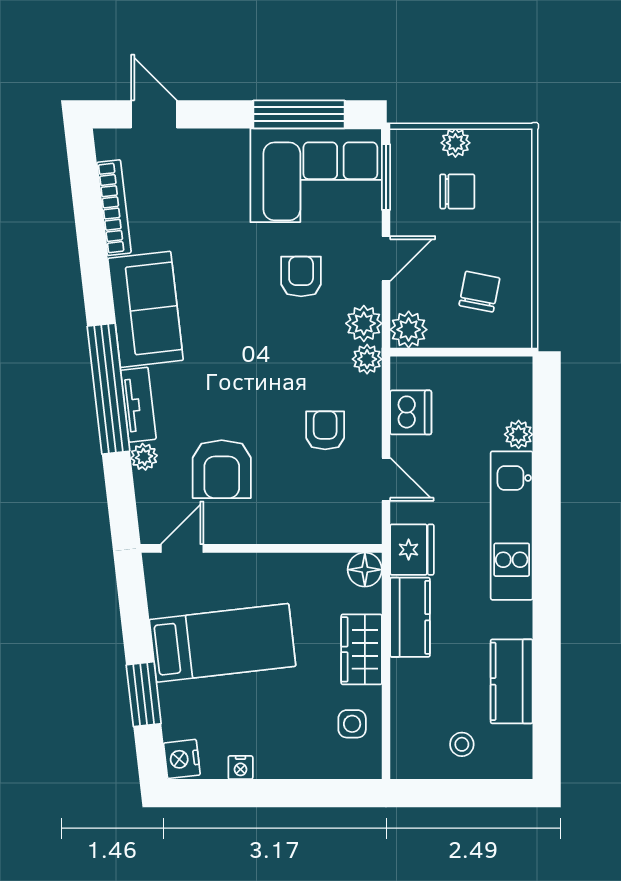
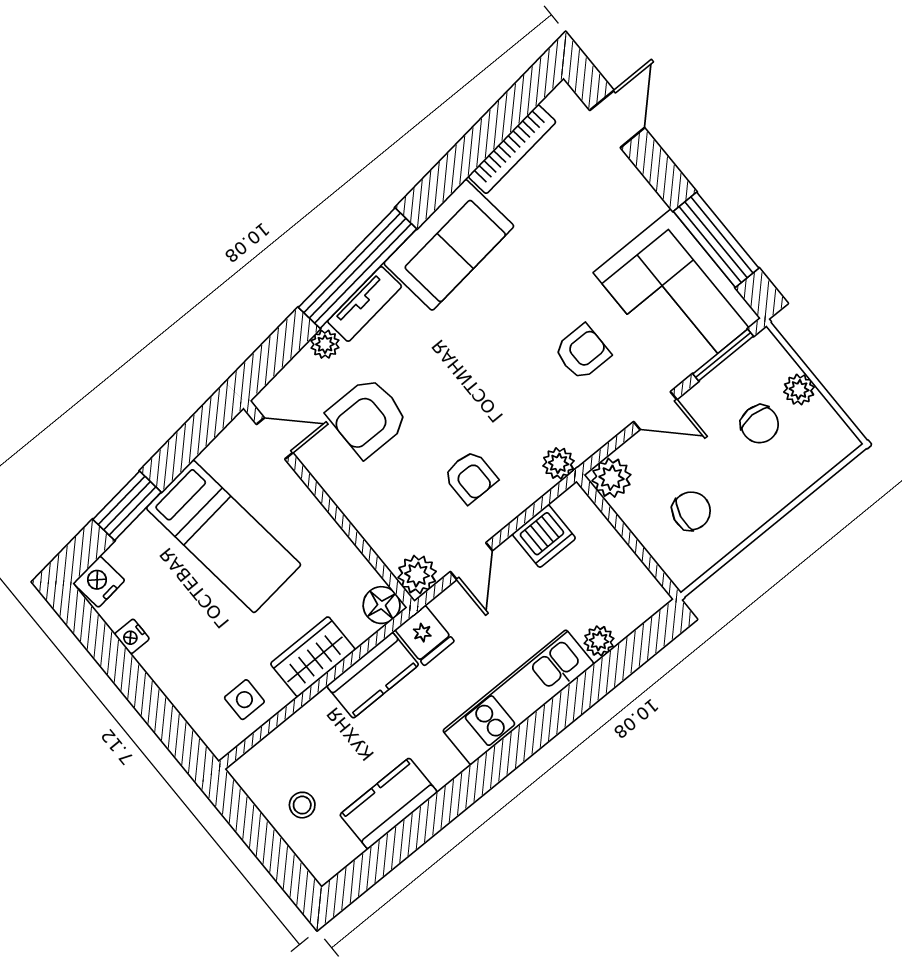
plant: (364, 323) -> (417, 575), moved
armchair: (325, 430) -> (471, 477), turned 90
fridge: (412, 550) -> (425, 635), width x0.72

